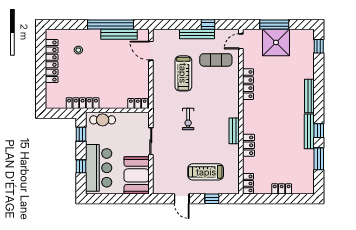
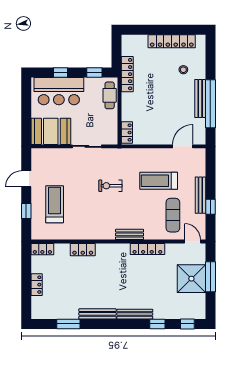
bench: (119, 34) -> (200, 98), moved
bench: (234, 131) -> (130, 234), moved
window: (319, 131) -> (157, 324), moved

